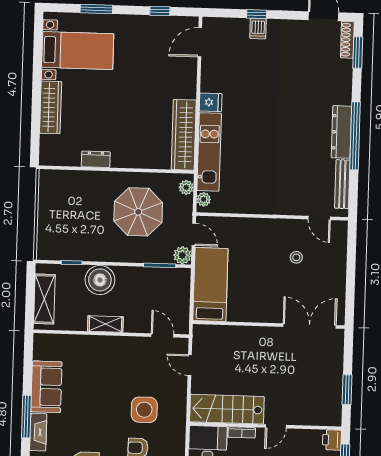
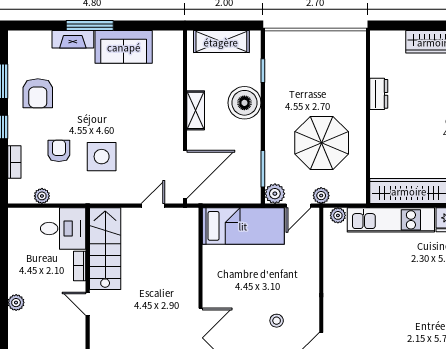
plant: (186, 187) -> (321, 196), moved
door: (162, 335) -> (185, 174), width x1.87

